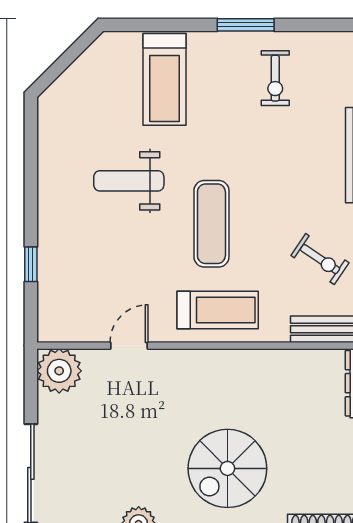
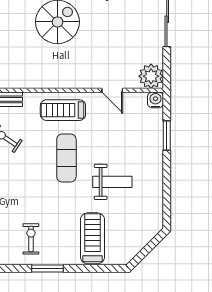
window: (31, 264) -> (167, 135), width x1.50
water cooler: (51, 328) -> (156, 100), added
door: (129, 346) -> (112, 90), hinge flipped

